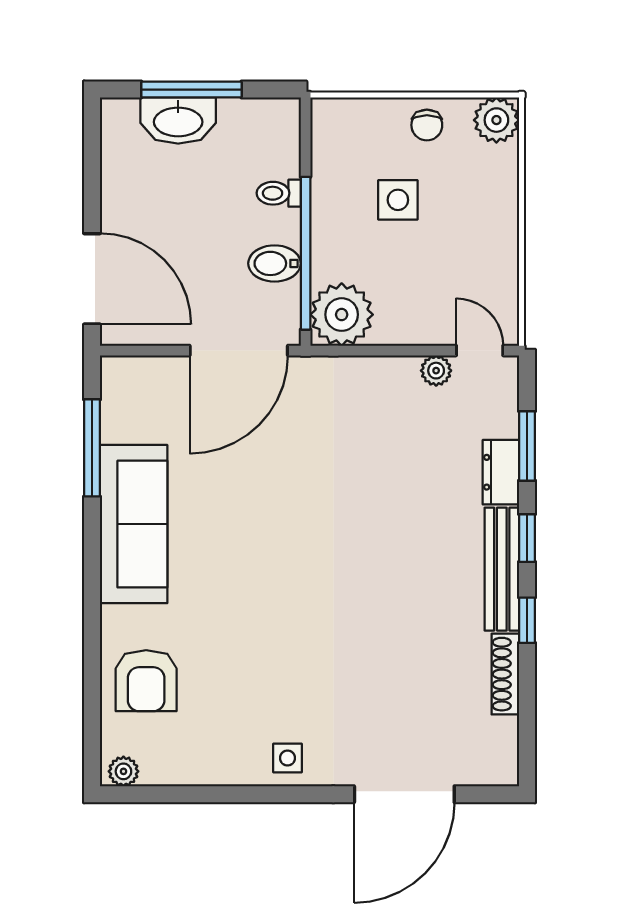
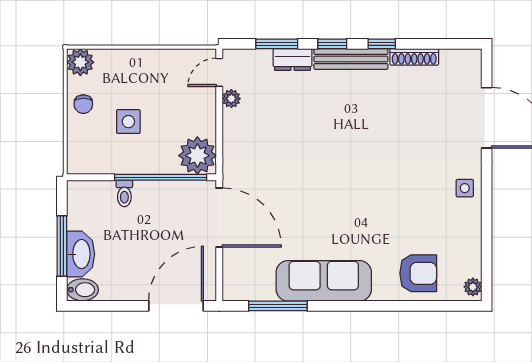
chair: (427, 125) -> (83, 104), turned 90
bidet: (274, 263) -> (83, 290), moved, turned -90

